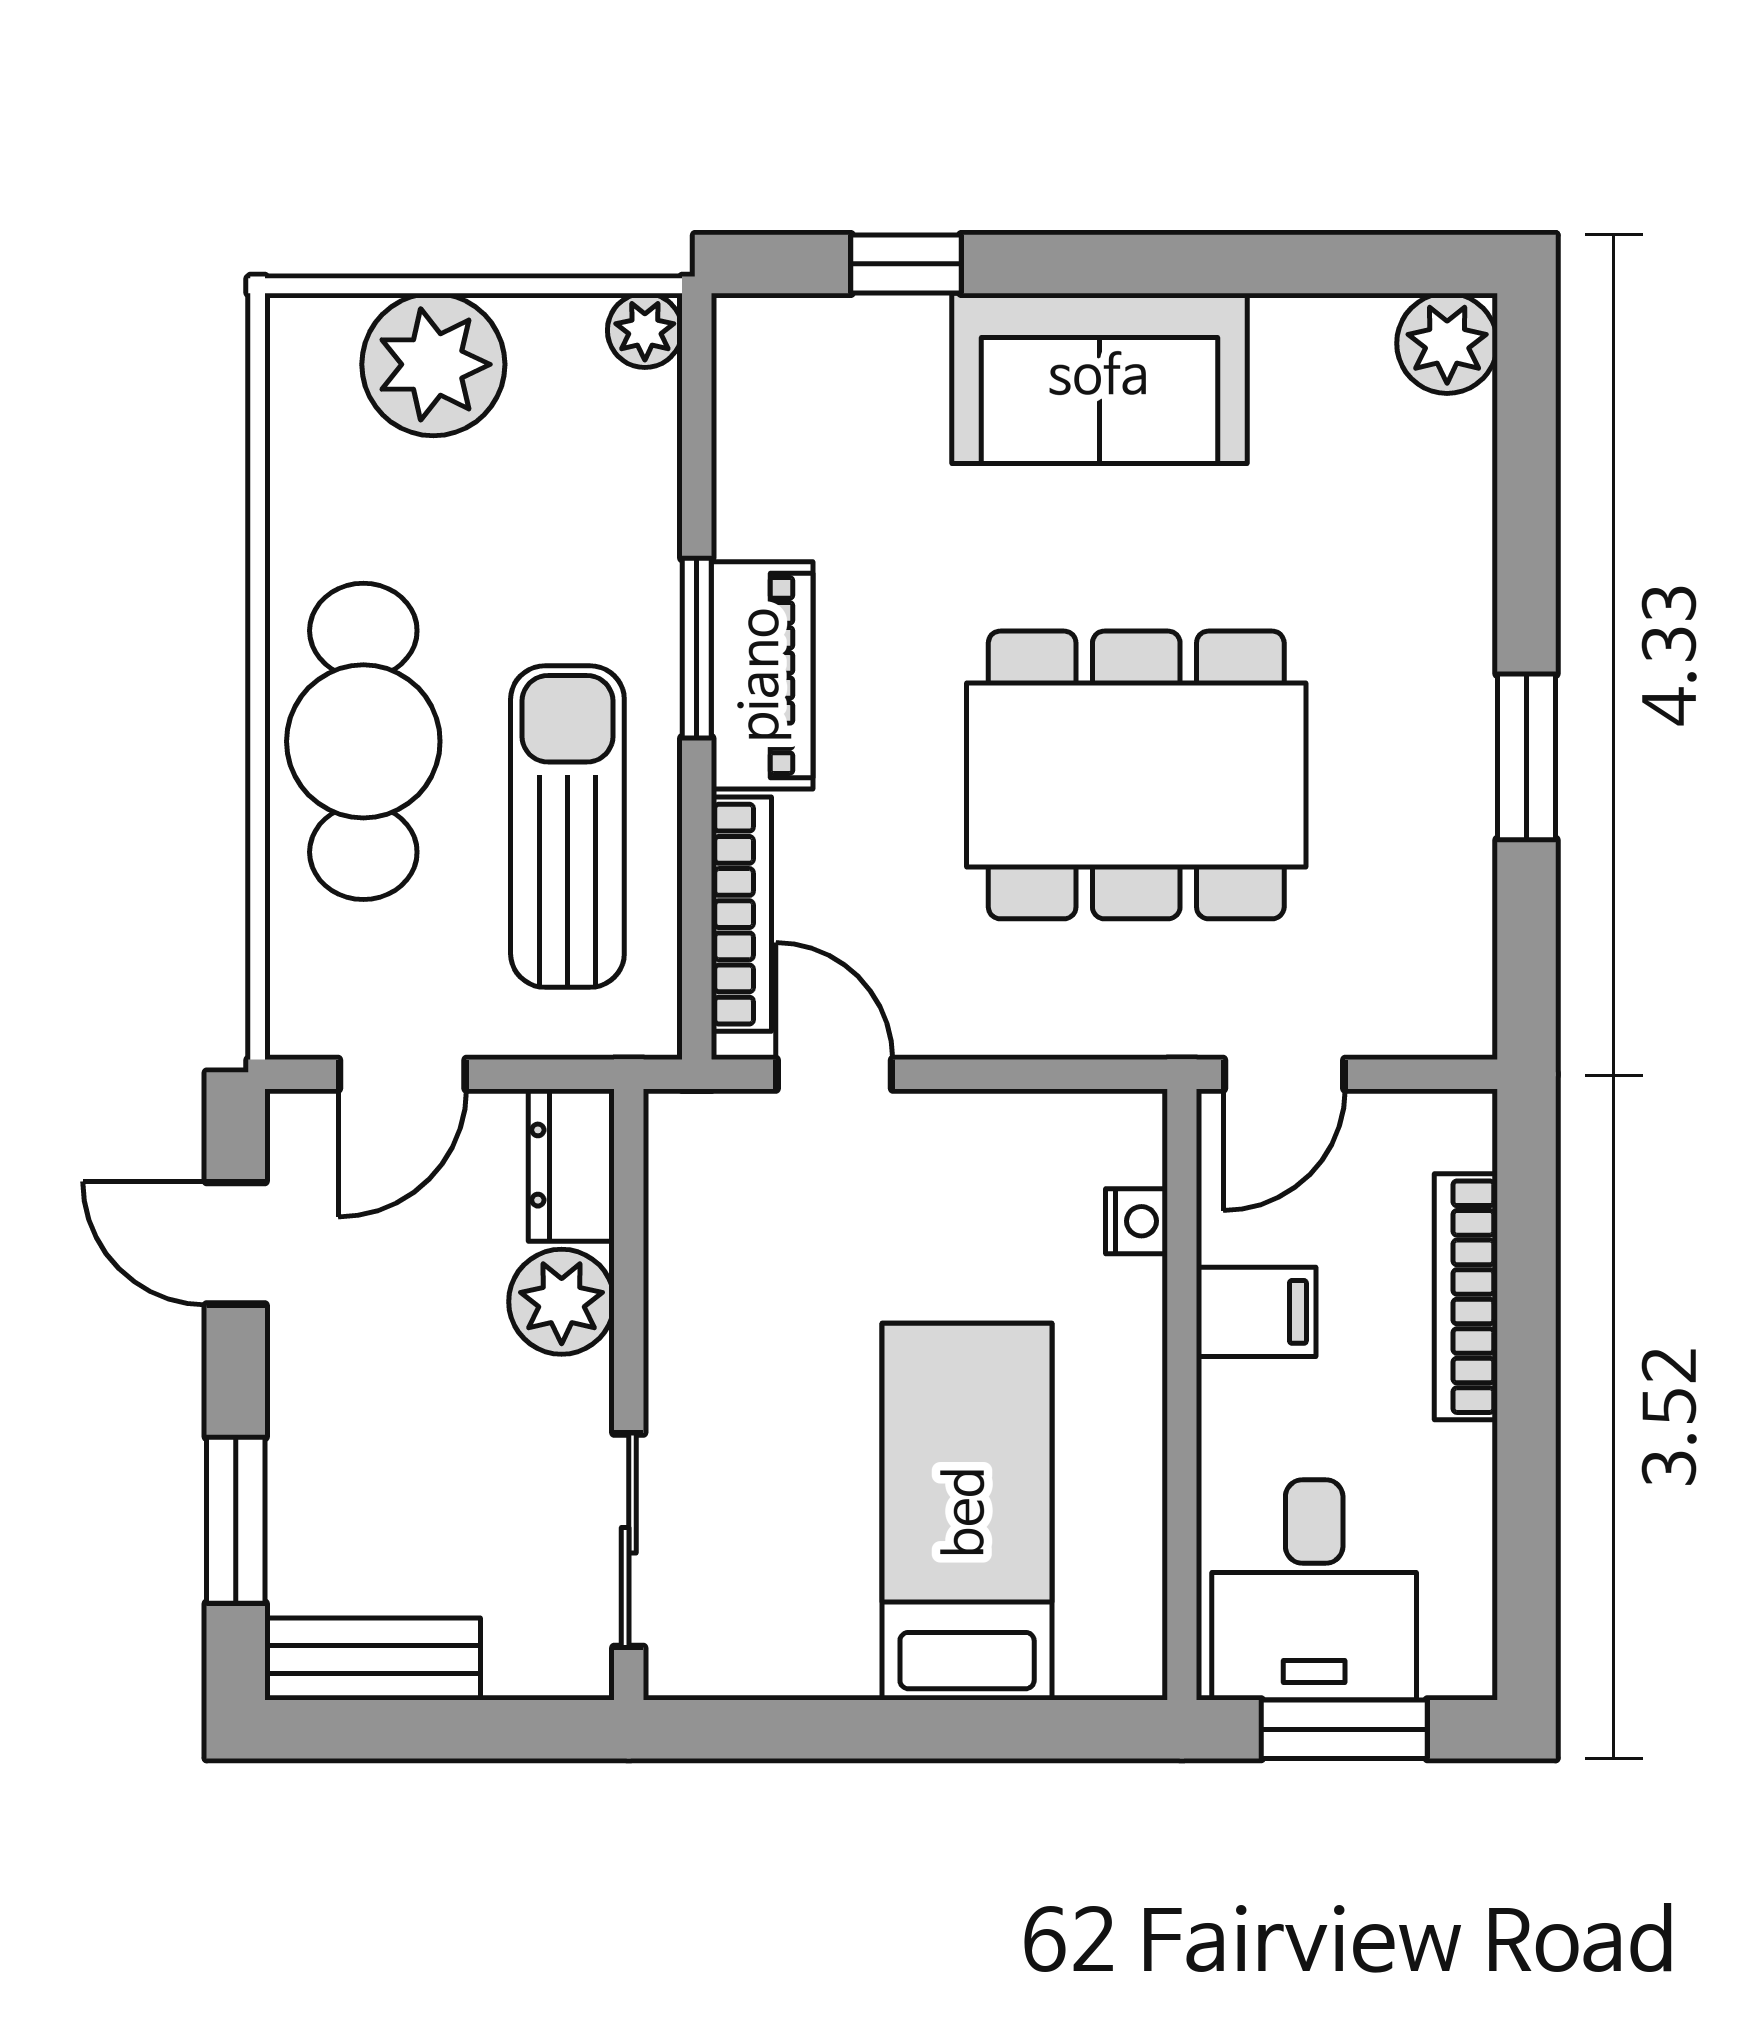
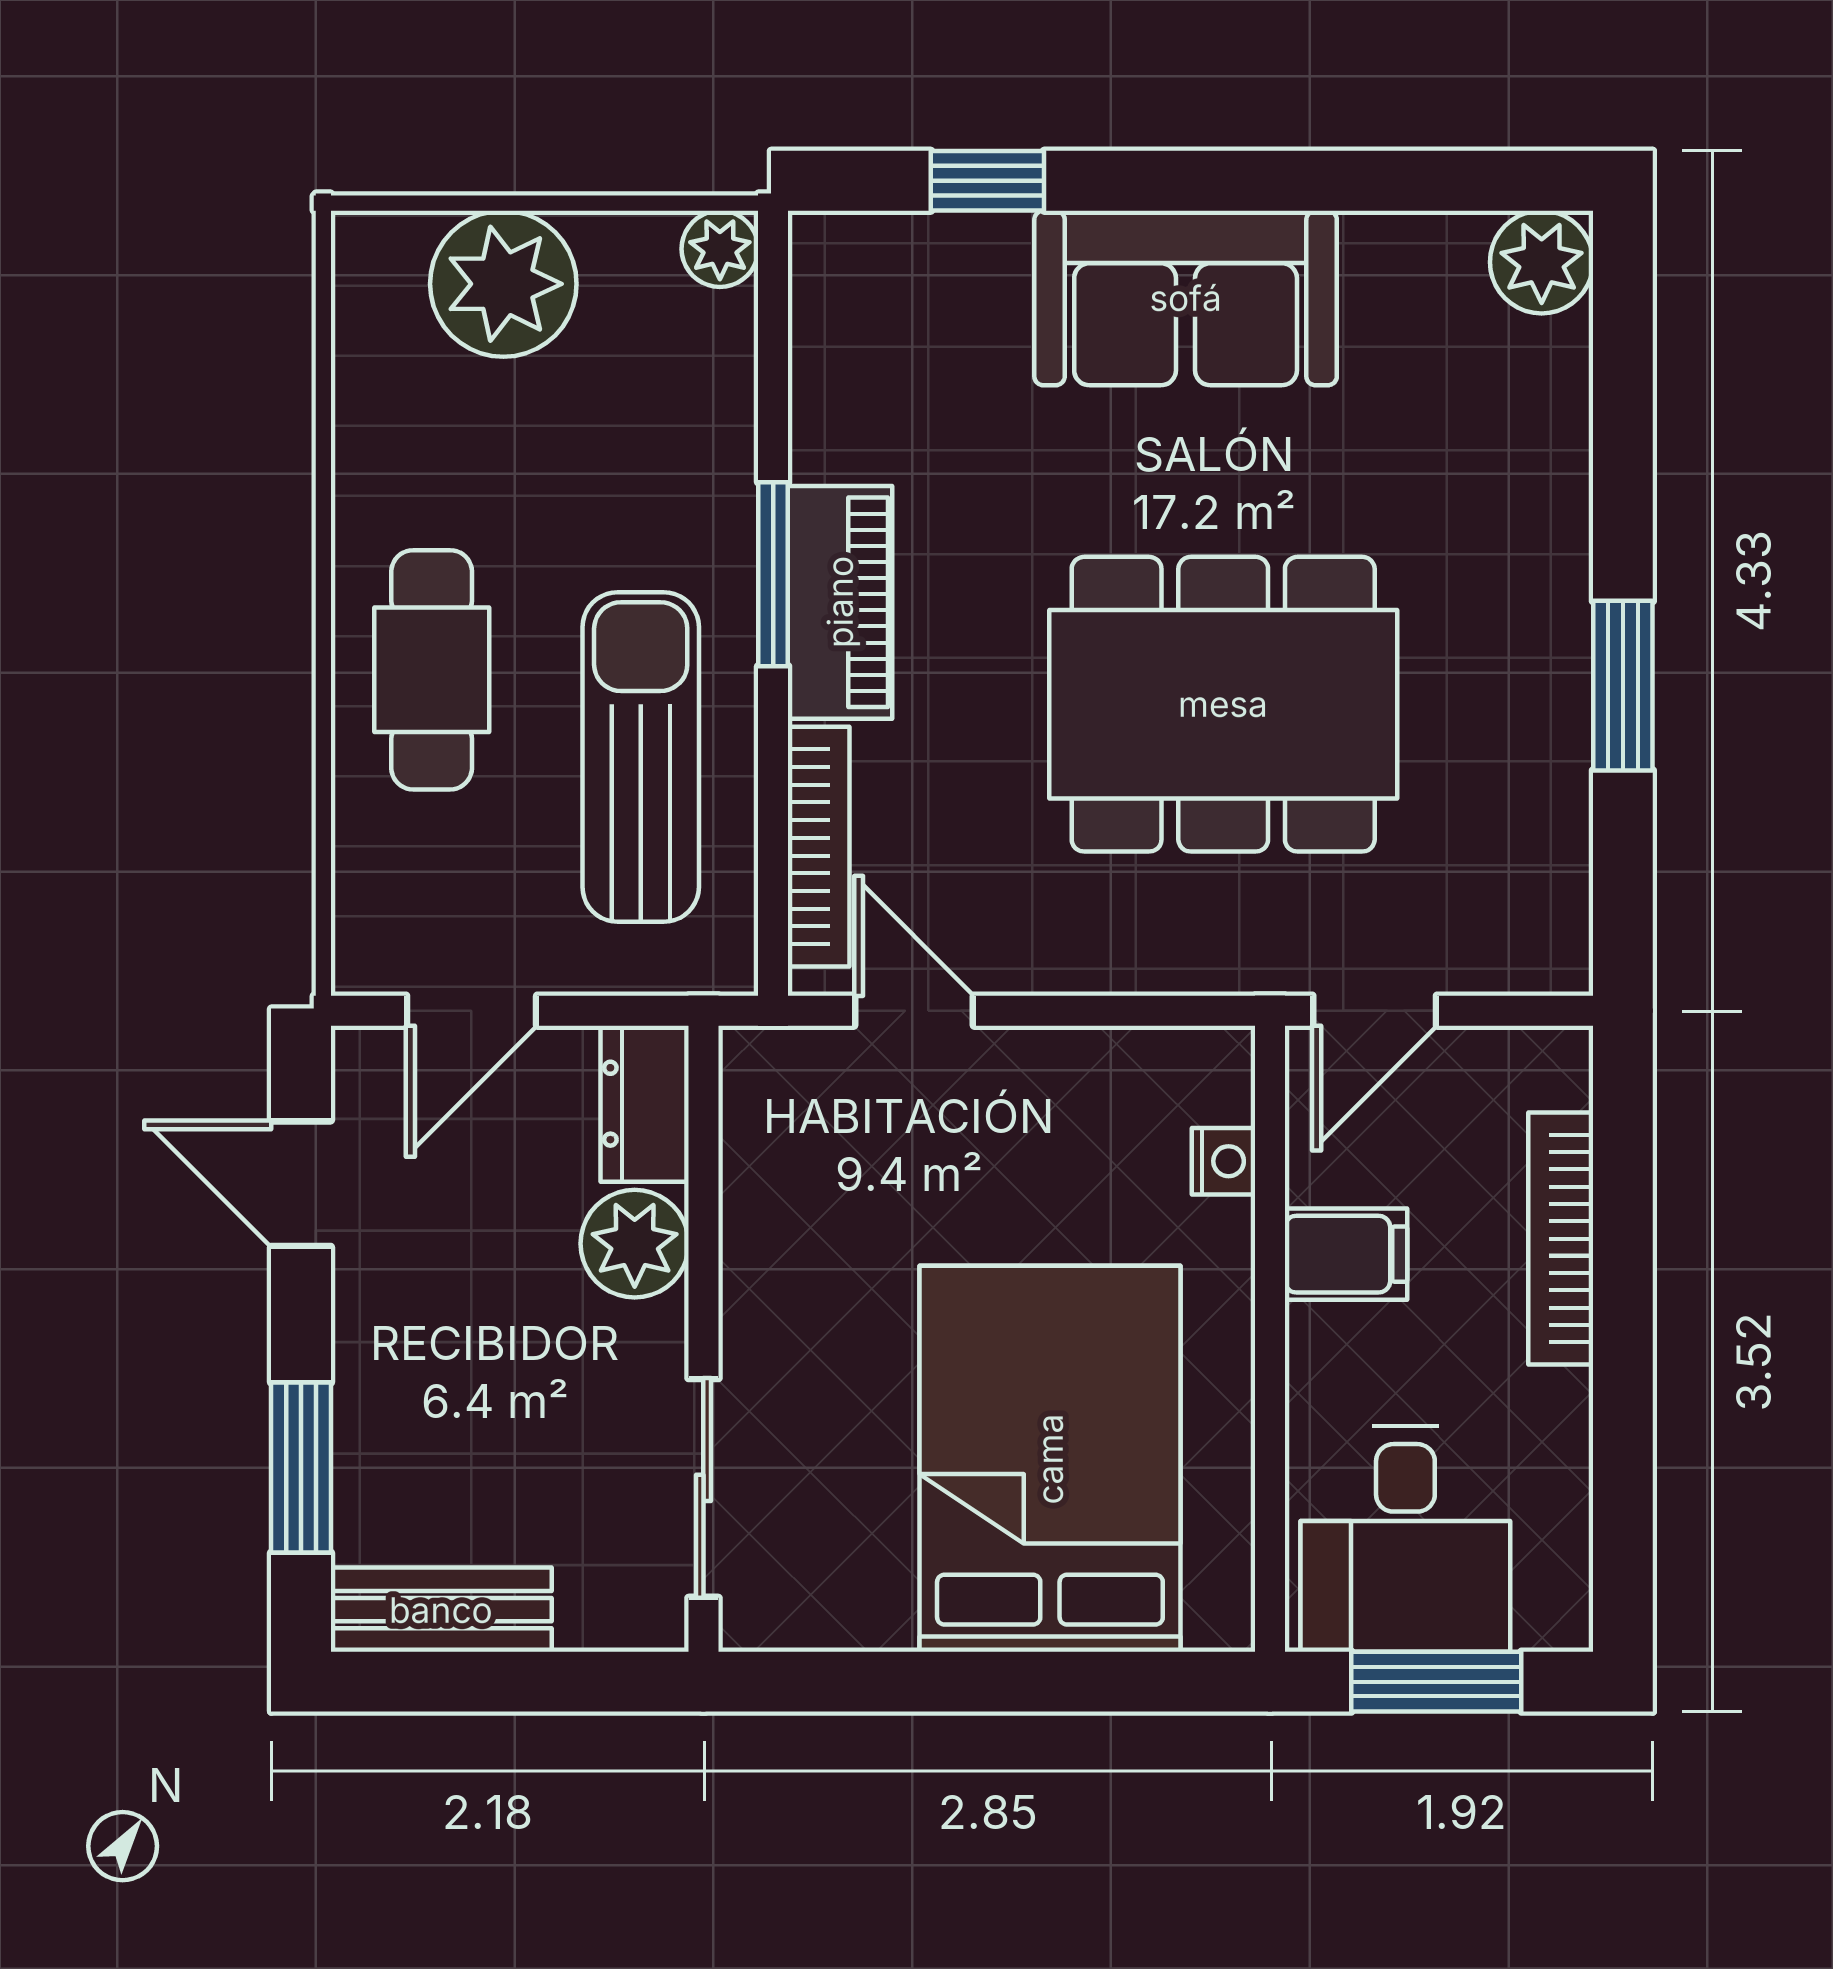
cafe table: (363, 741) -> (432, 670), width x0.73, depth x0.74
bed: (967, 1512) -> (1050, 1459), width x1.50

